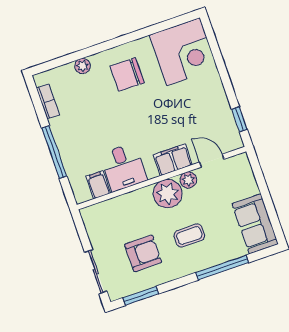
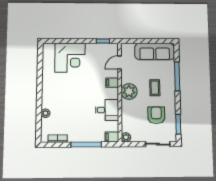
corner desk: (183, 52) -> (70, 58), moved, turned 90
chair: (127, 75) -> (59, 91), removed
filing cabinet: (173, 160) -> (112, 83), width x0.50
plant: (188, 180) -> (126, 137), moved
filing cabinet: (98, 185) -> (112, 137), moved
sofa: (255, 224) -> (155, 52), width x1.36

